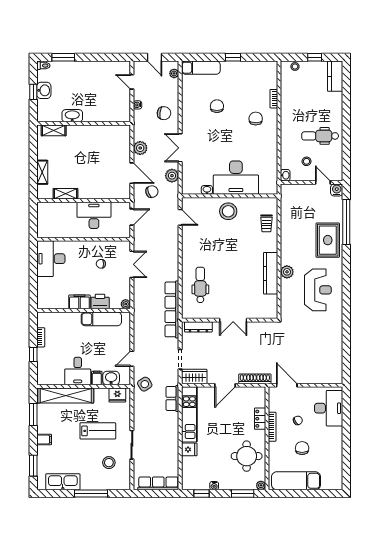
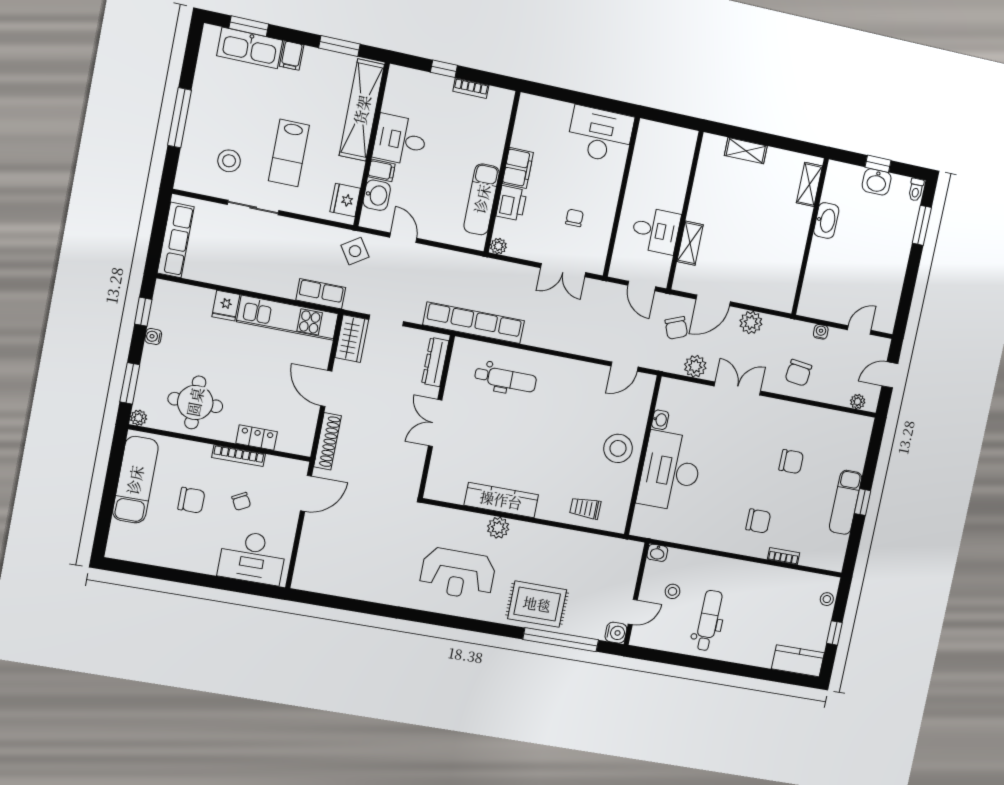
exam couch: (201, 68) -> (846, 502), moved
shelving: (65, 194) -> (690, 243), moved
desk: (94, 215) -> (656, 230), width x0.73
kitchen sink: (63, 482) -> (250, 48), moved, turned 90

